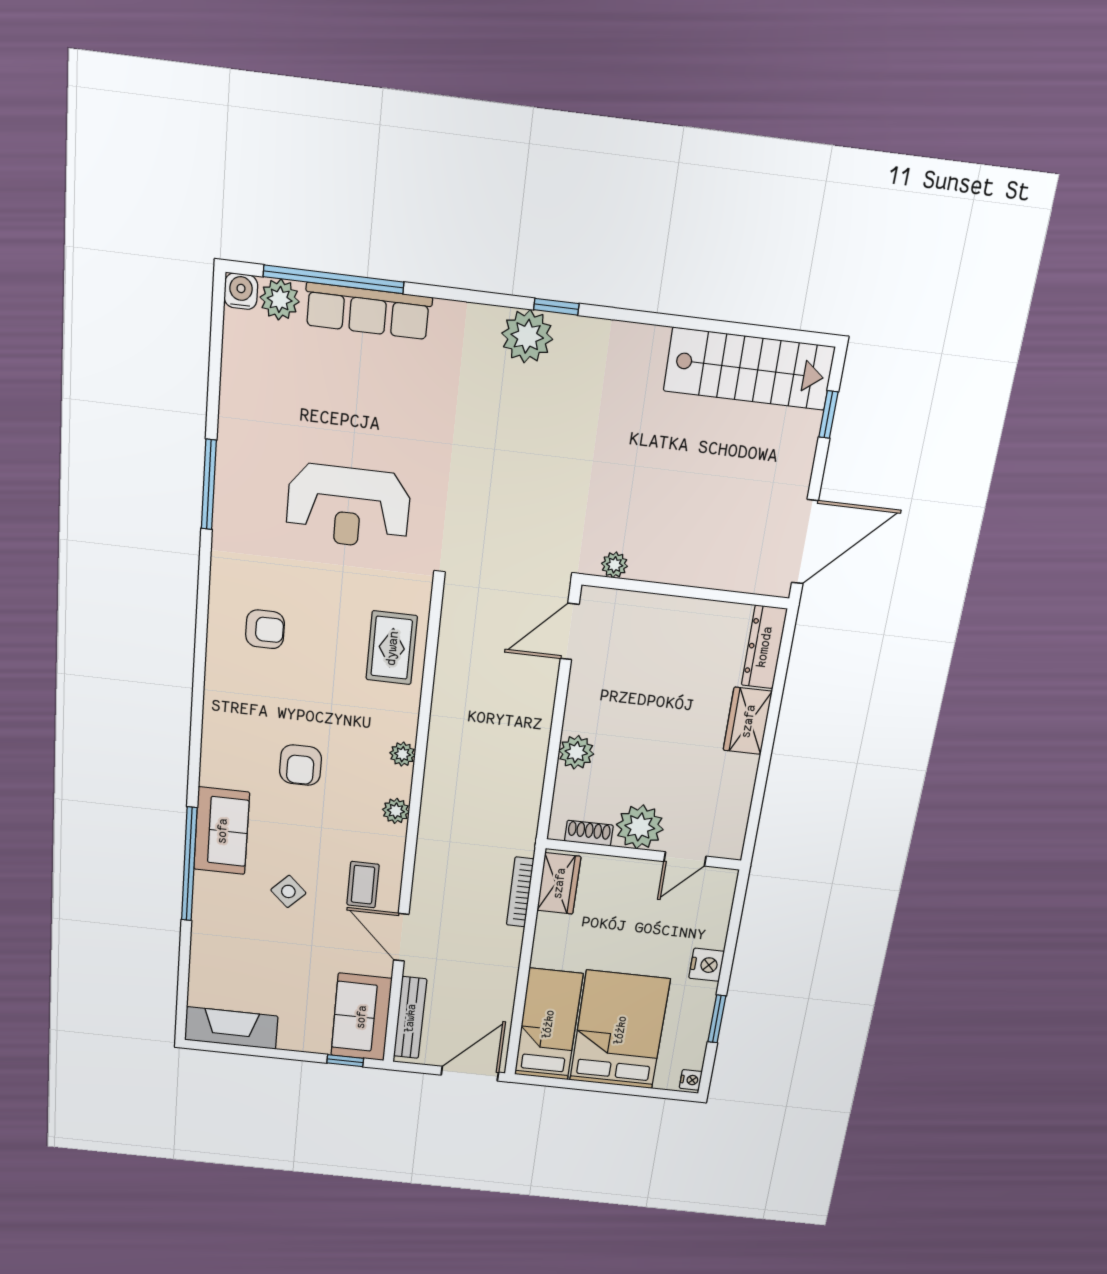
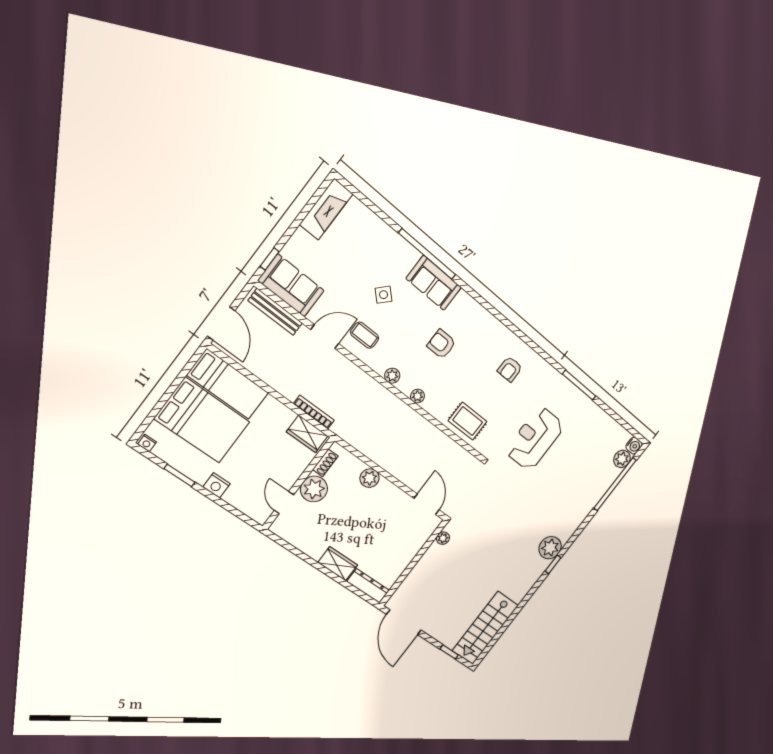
row of seats: (368, 311) -> (597, 491), removed

